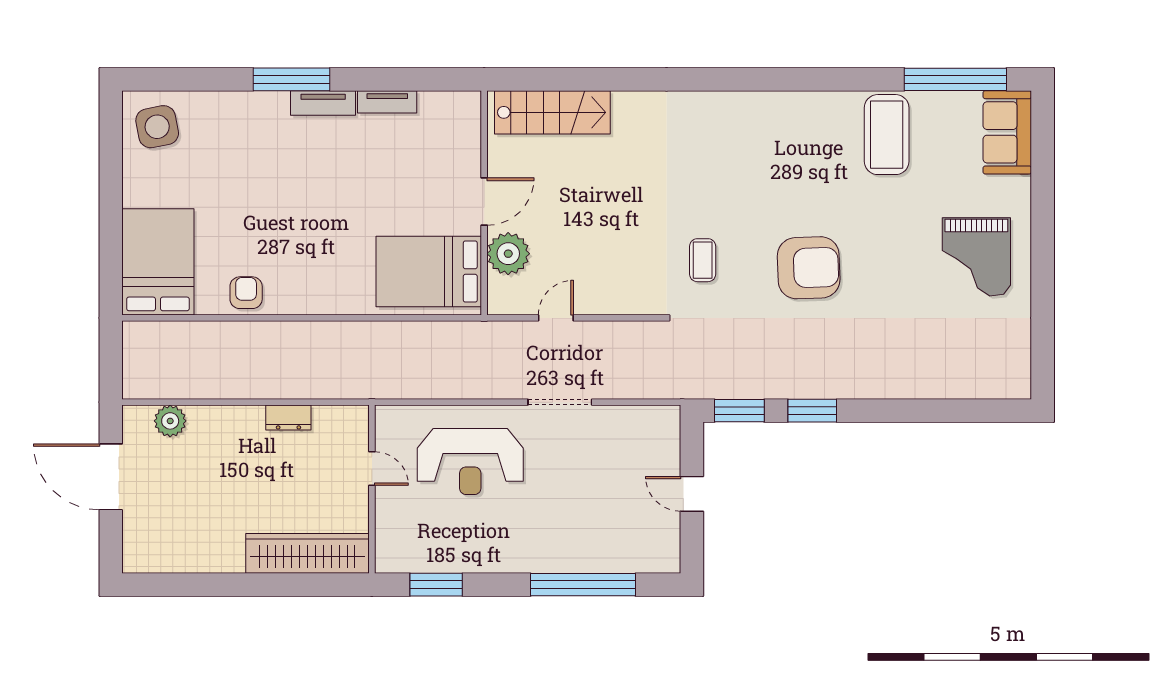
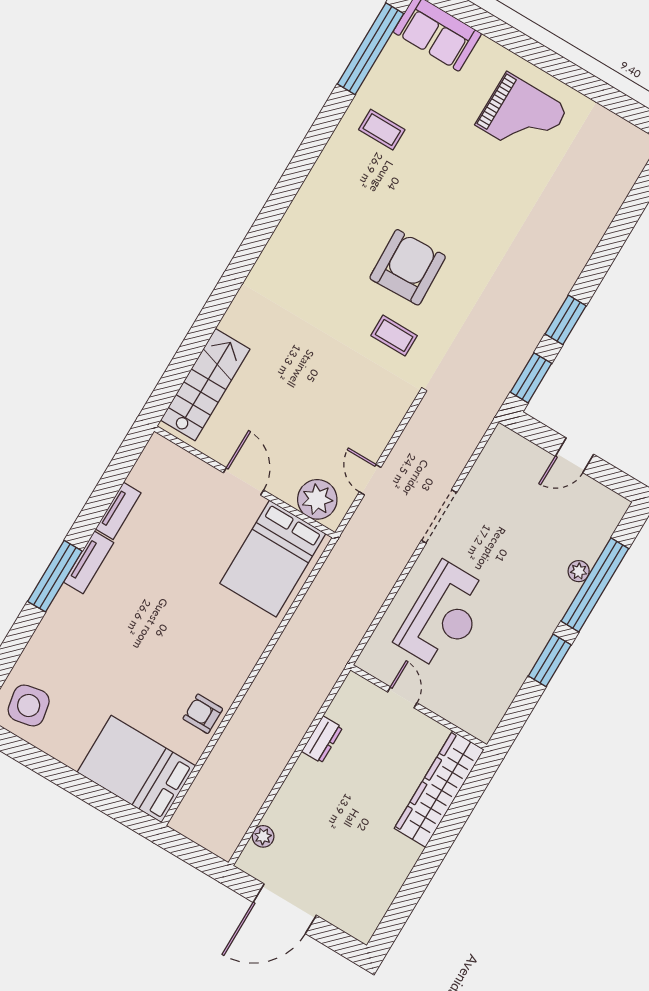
coffee table: (887, 135) -> (382, 130), width x0.54, depth x0.58
plant: (508, 254) -> (317, 499), moved
armchair: (809, 268) -> (408, 267), moved
plant: (170, 421) -> (263, 836), width x0.73, depth x0.73
door: (372, 468) -> (402, 697), hinge flipped
plant: (587, 562) -> (579, 571), added
window: (436, 585) -> (550, 660), moved

